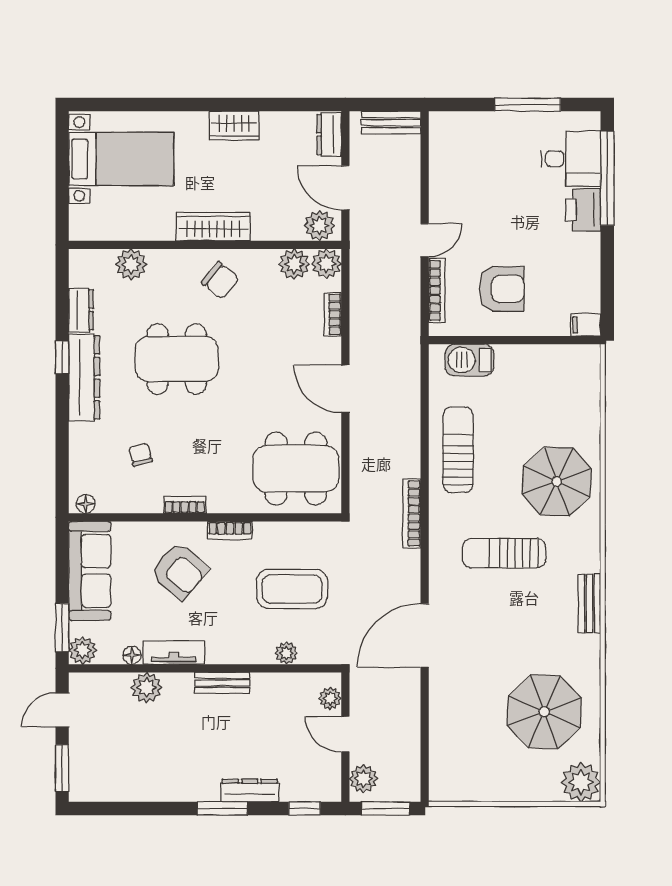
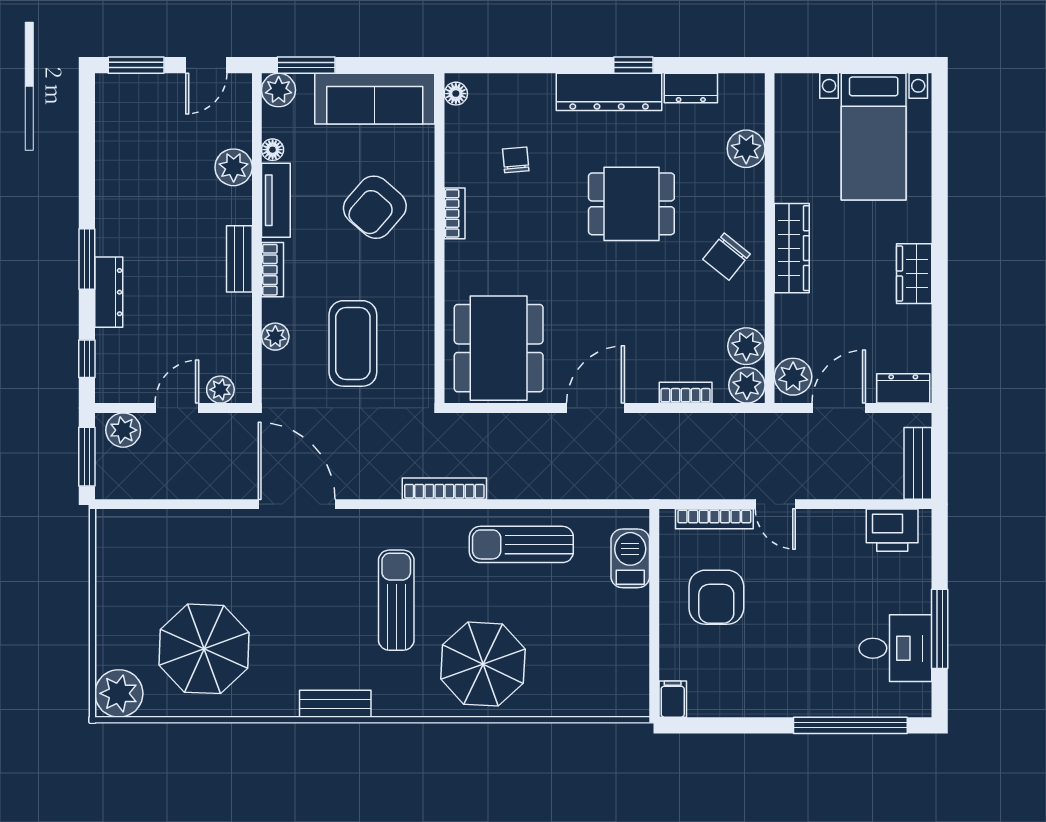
desk: (571, 159) -> (895, 648), moved, turned -90
printer: (583, 210) -> (892, 530), moved, turned 180
dining table: (177, 359) -> (631, 204), width x0.73
sun lounger: (458, 450) -> (521, 544), turned 180
chair: (140, 454) -> (516, 160), turned -80
bookcase: (230, 530) -> (273, 270), moved, turned 180
door: (62, 710) -> (206, 65), swing flipped

